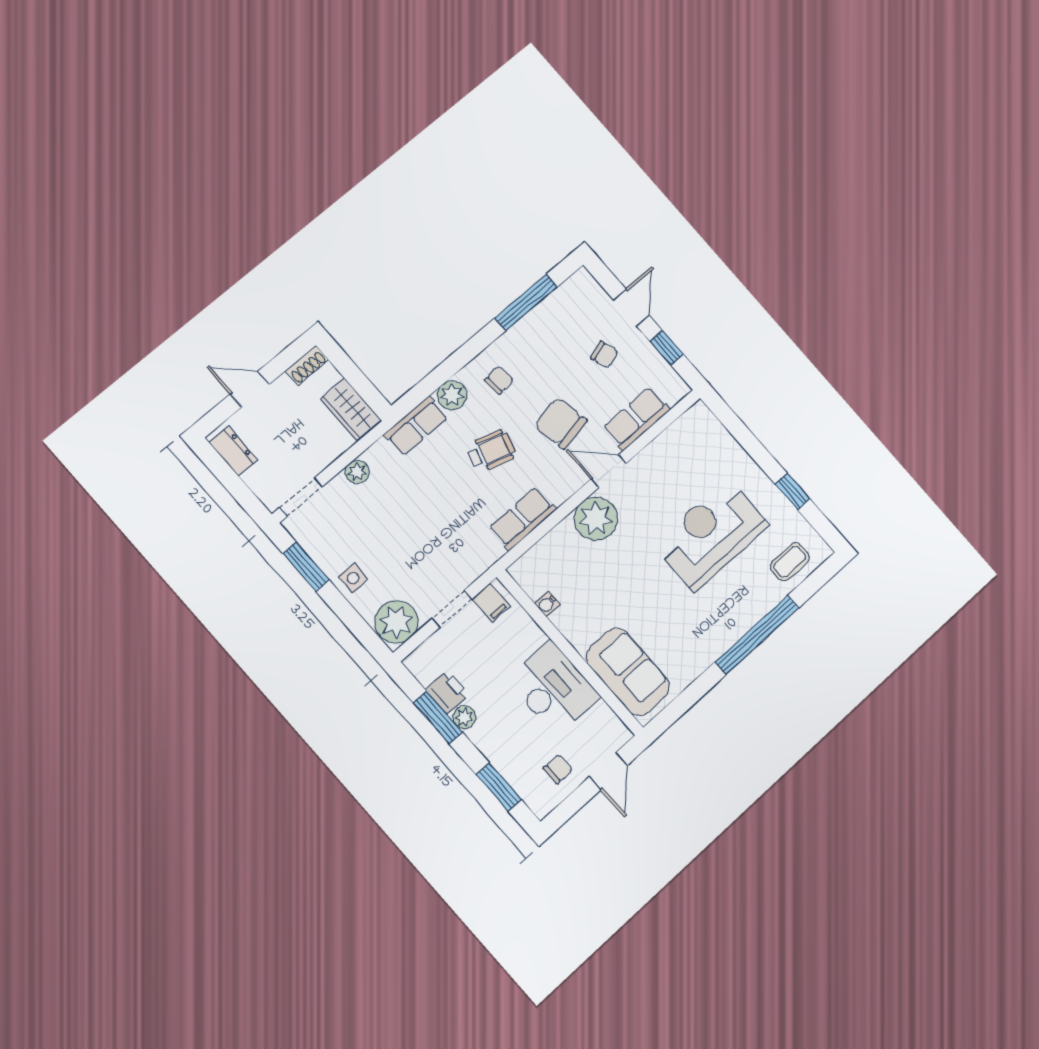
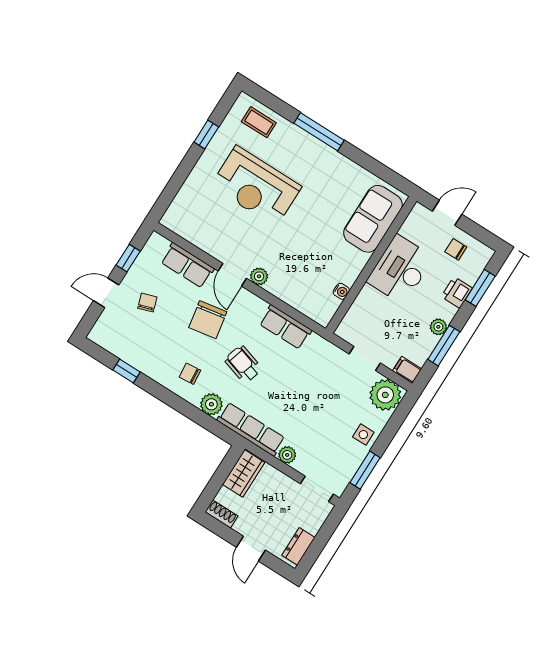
window: (526, 302) -> (126, 371), width x0.46
row of seats: (416, 426) -> (251, 429), width x1.48
plant: (596, 519) -> (259, 276), width x0.53, depth x0.53
filing cabinet: (491, 603) -> (407, 370), moved, turned -90
window: (757, 635) -> (319, 132), width x0.68
printer: (447, 692) -> (457, 292), moved

